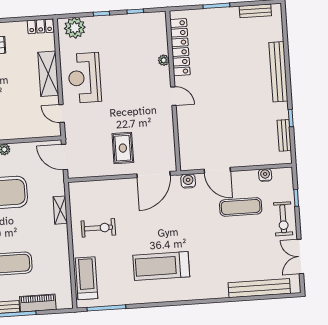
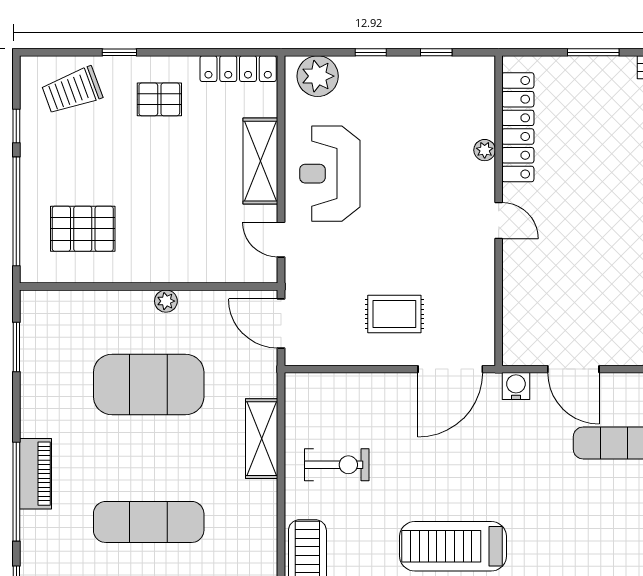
locker: (40, 26) -> (238, 69), width x1.53
rug: (123, 148) -> (394, 314), turned 90
shelving: (60, 210) -> (262, 439), width x1.50, depth x1.33

